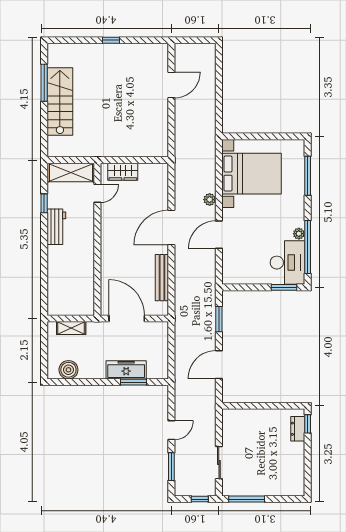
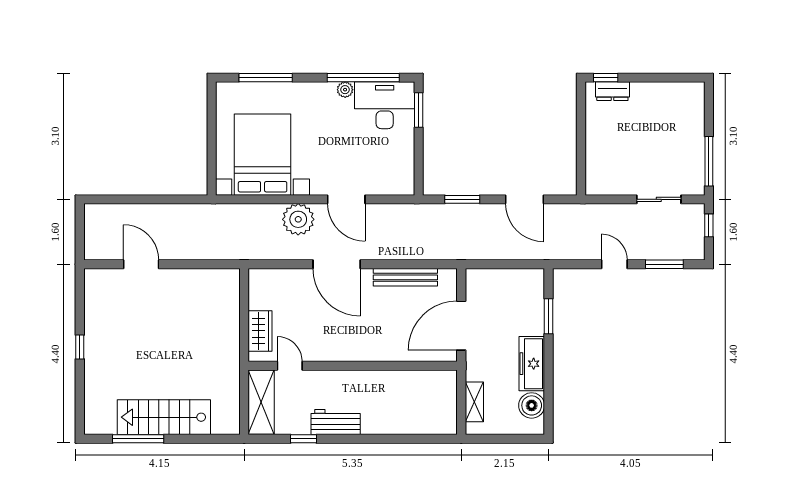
plant: (210, 200) -> (298, 219), width x1.88, depth x1.88
freezer: (126, 370) -> (532, 364), moved

